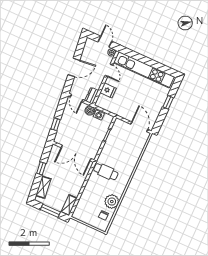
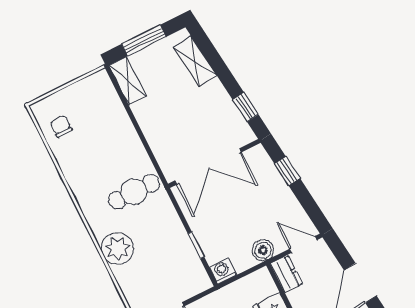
washing machine: (99, 114) -> (223, 271), moved
double door: (76, 153) -> (208, 166), swing flipped
window: (41, 168) -> (245, 107), moved
plant: (112, 202) -> (118, 248), moved

